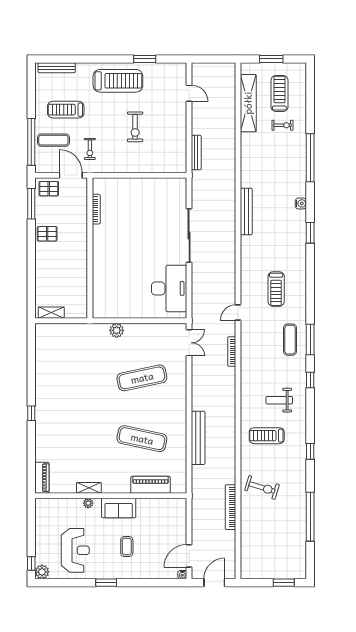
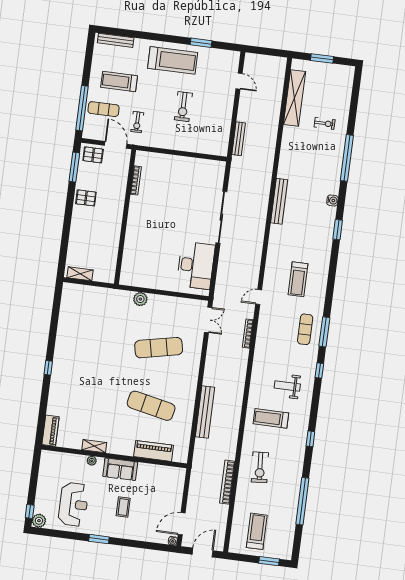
treadmill: (279, 94) -> (257, 531), moved
exercise bike: (262, 487) -> (260, 467), turned 69

